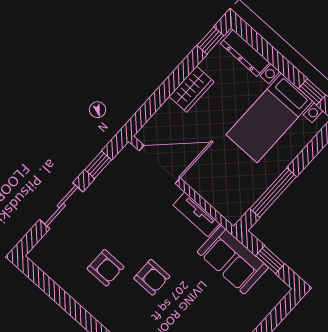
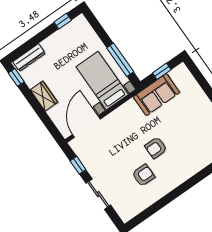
bed with nightstands: (269, 118) -> (102, 81), moved, turned 180
tv unit: (196, 214) -> (123, 111), removed
armchair: (152, 277) -> (156, 148), turned 180

